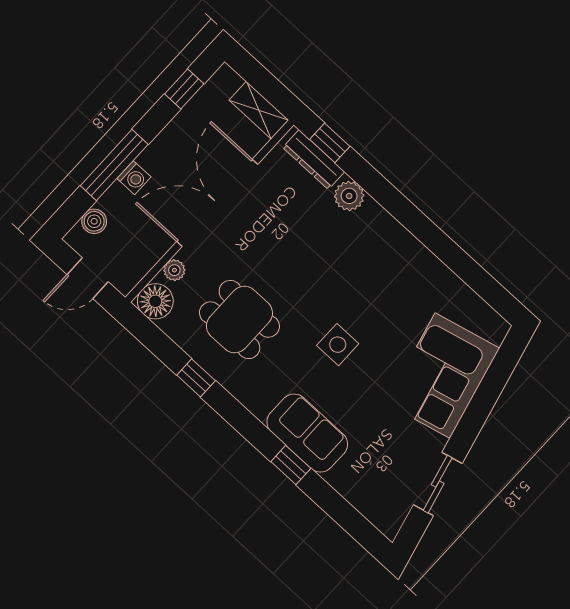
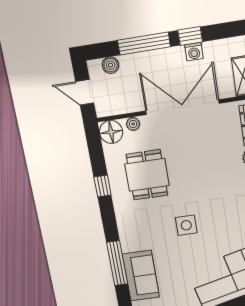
window: (184, 89) -> (190, 36), moved
washing machine: (134, 178) -> (194, 52), moved
sofa: (307, 433) -> (141, 276), moved
window: (291, 465) -> (117, 263), width x2.17

